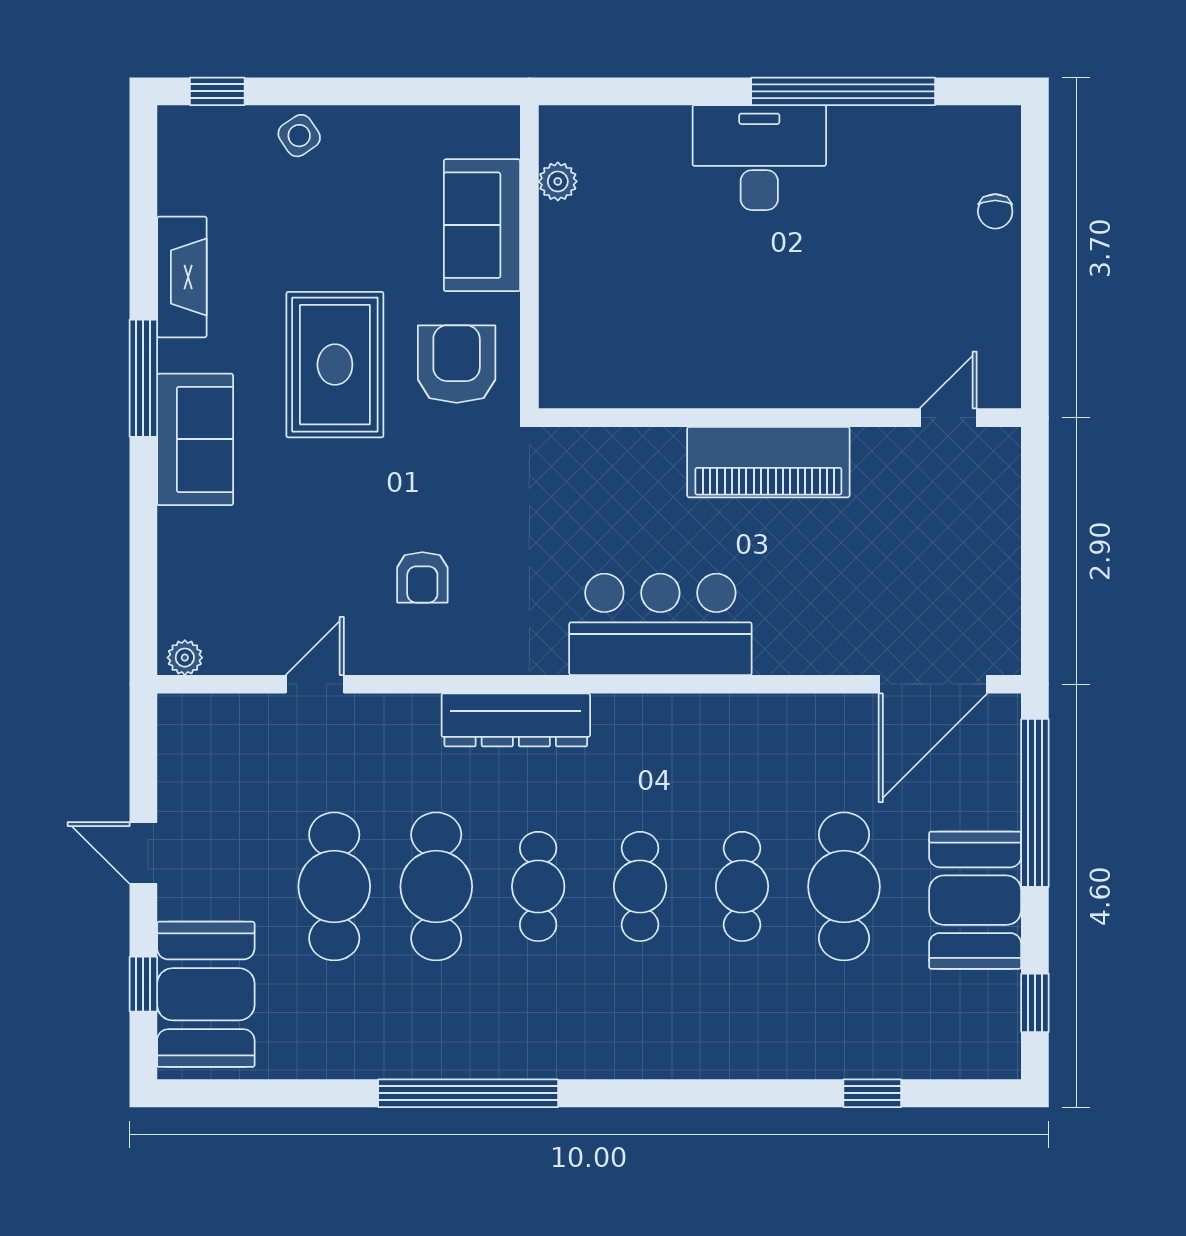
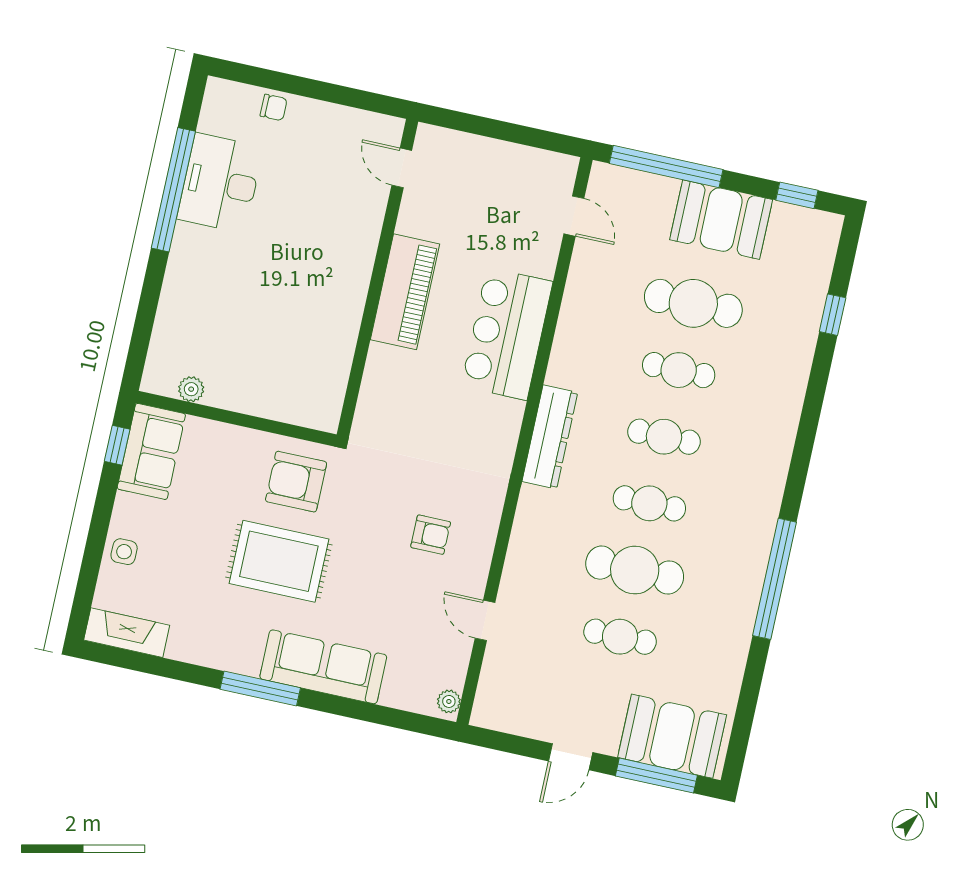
window: (217, 91) -> (117, 445), moved
side table: (299, 136) -> (124, 552), turned 34
desk: (759, 158) -> (220, 183), moved
sofa: (482, 225) -> (151, 451), moved, turned -90
fireplace: (182, 277) -> (127, 633), moved
sofa: (195, 439) -> (323, 667), width x1.36
bar counter: (660, 624) -> (507, 334), moved
door: (933, 684) -> (574, 216), width x0.53
dresser: (516, 720) -> (550, 437), moved
cafe table: (334, 886) -> (620, 637), width x0.73, depth x0.74
window: (143, 984) -> (656, 776), width x2.17

